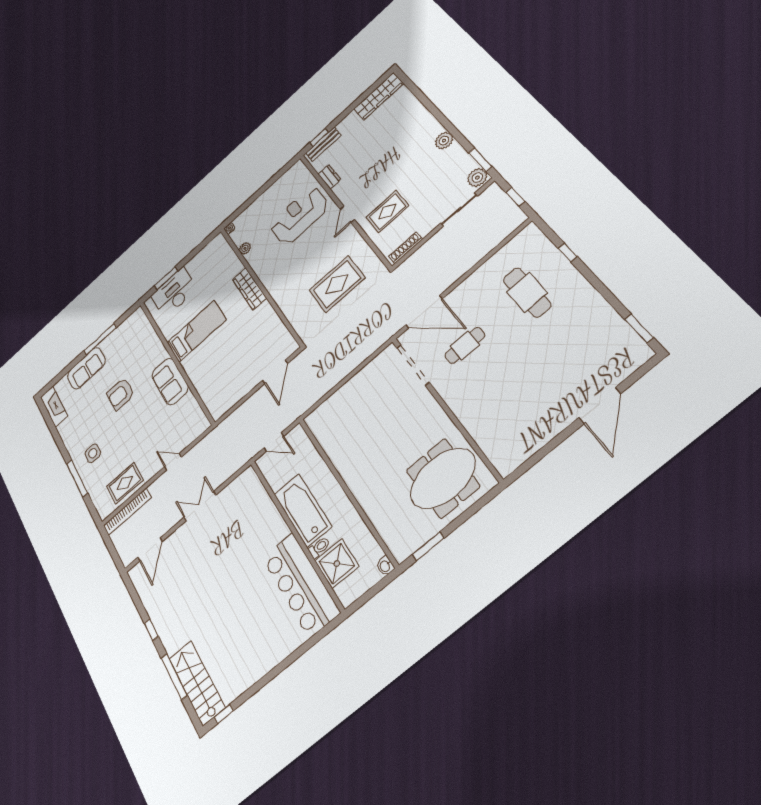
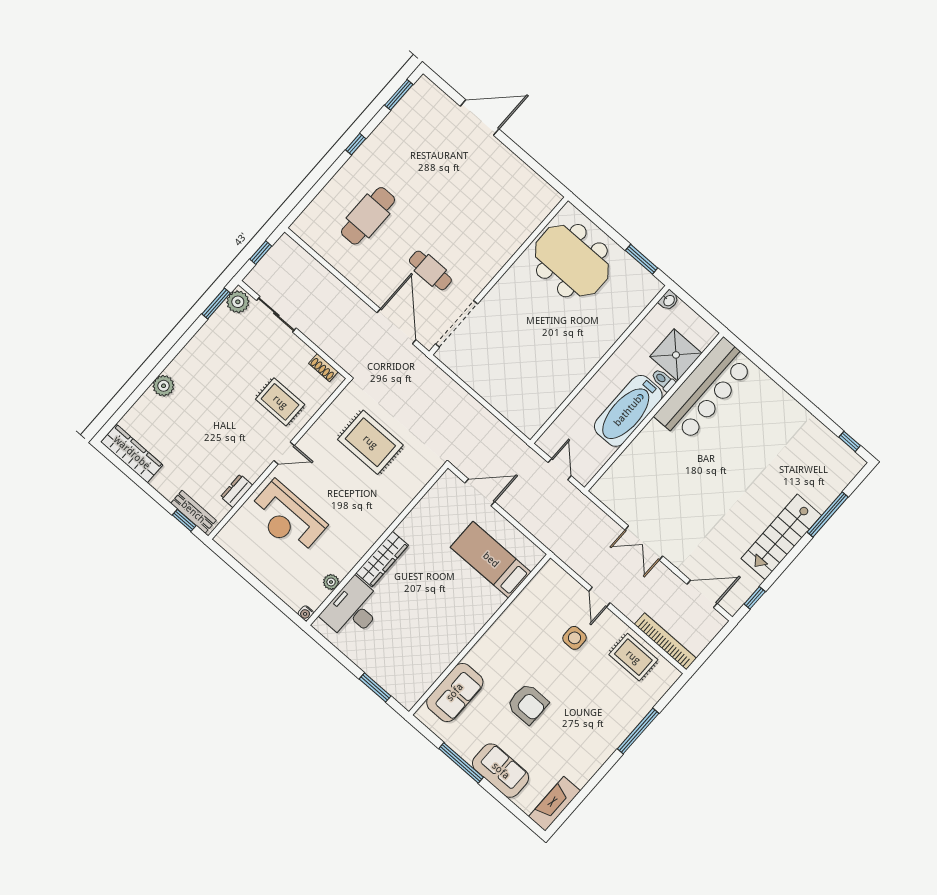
plant: (444, 141) -> (164, 386), moved
shoe rack: (406, 248) -> (323, 368), width x0.70
window: (568, 253) -> (356, 144), moved
desk: (174, 292) -> (353, 610), moved, turned 90
bed: (196, 331) -> (491, 560), moved
sofa: (170, 381) -> (455, 692), moved
side table: (93, 453) -> (574, 638), moved
window: (151, 630) -> (755, 598), moved
stairs: (197, 683) -> (781, 537), moved

